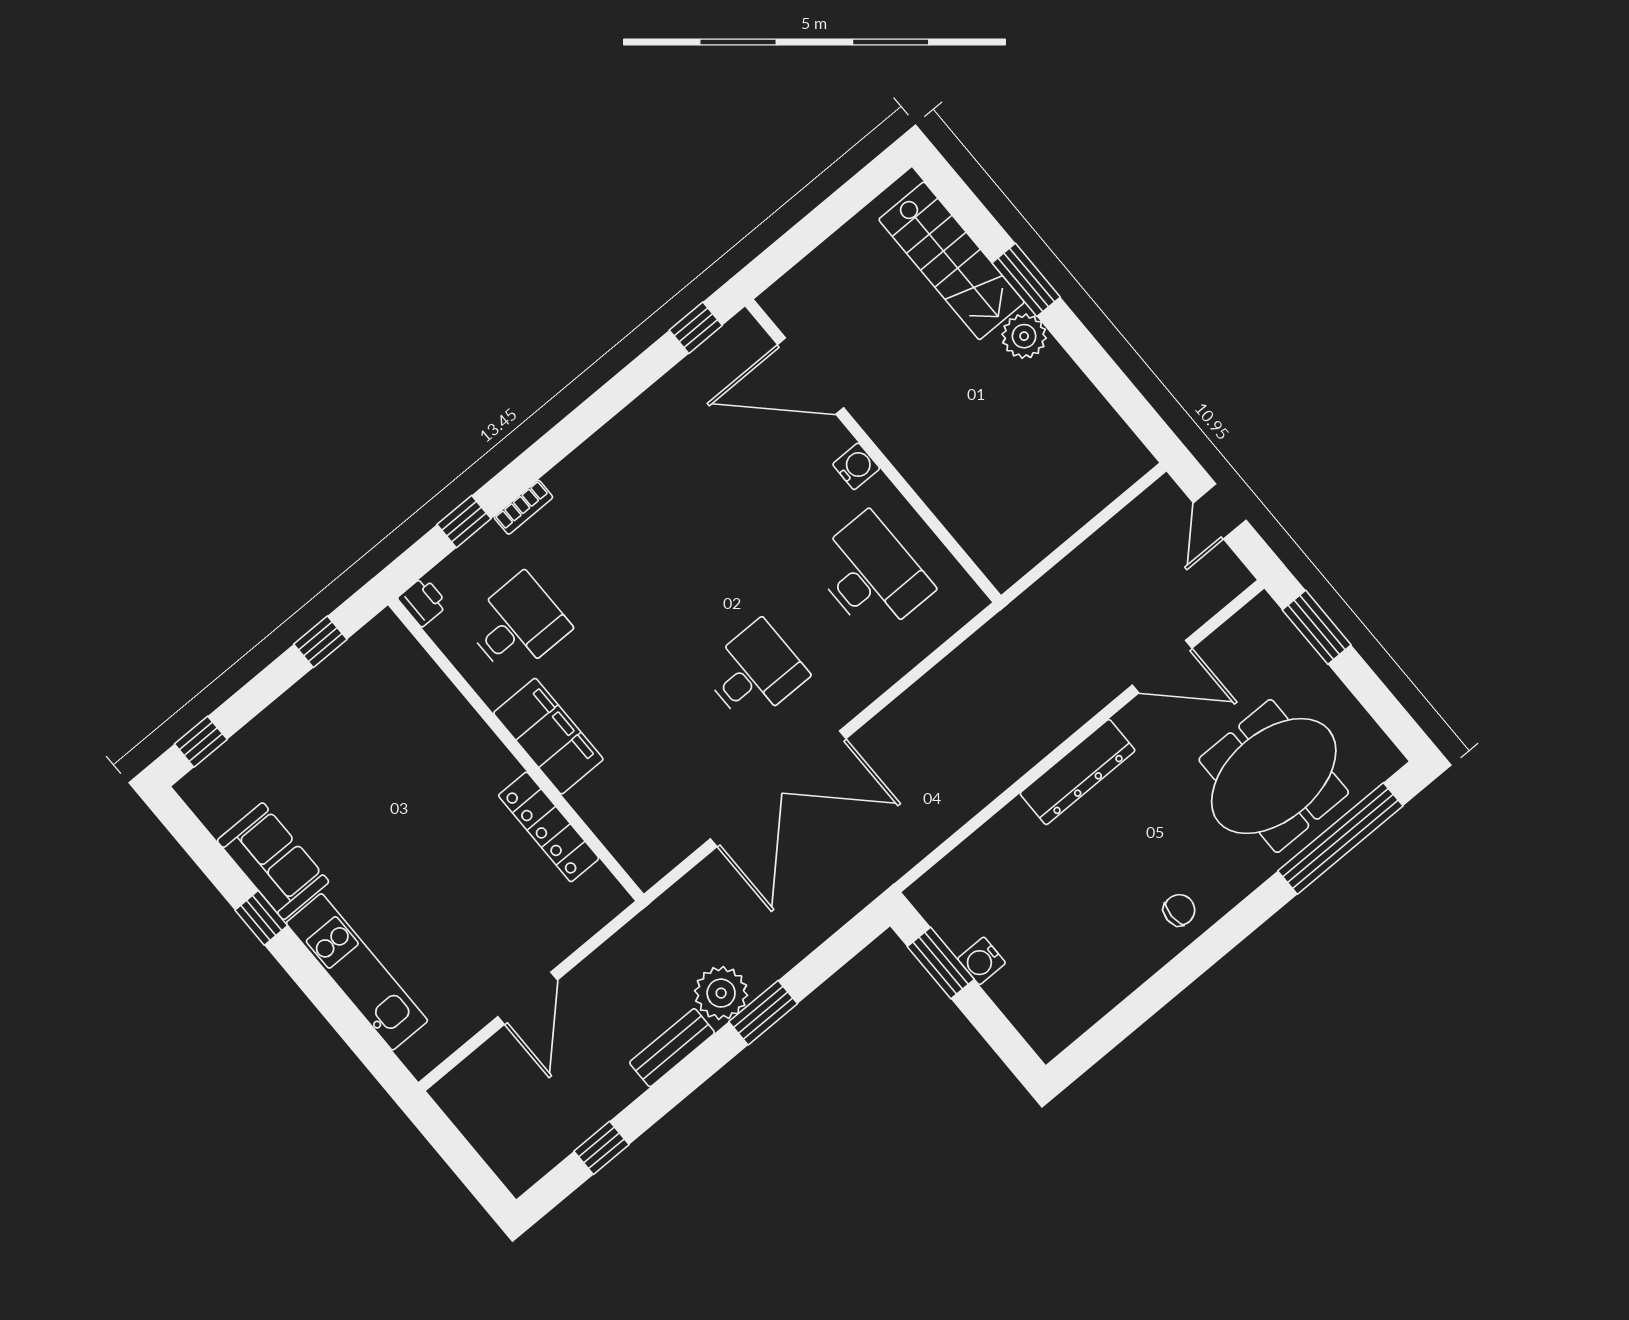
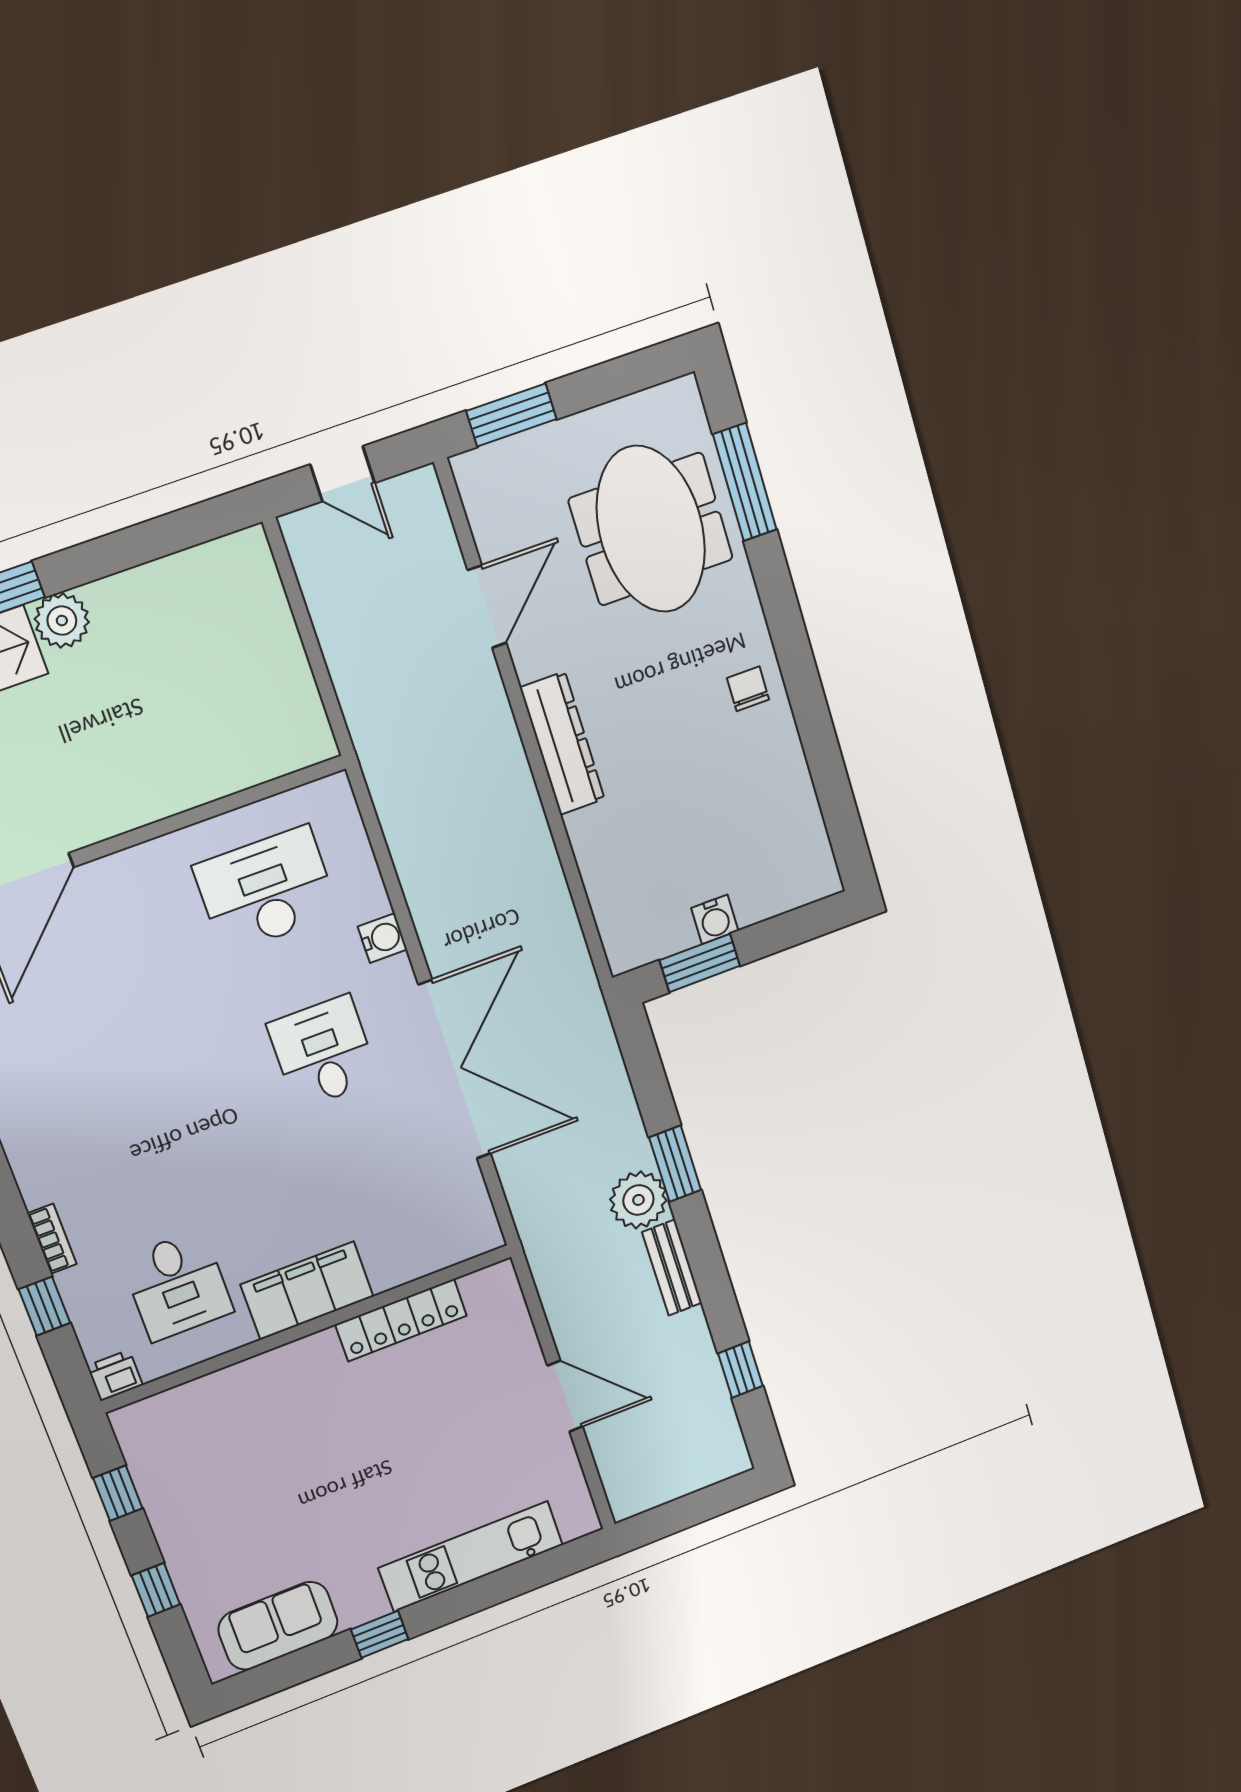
water cooler: (856, 466) -> (382, 938), moved, turned 90
desk: (517, 625) -> (177, 1285), turned 180
window: (201, 742) -> (156, 1590), moved
window: (1340, 838) -> (745, 482), width x0.68
sofa: (273, 861) -> (278, 1626), moved

